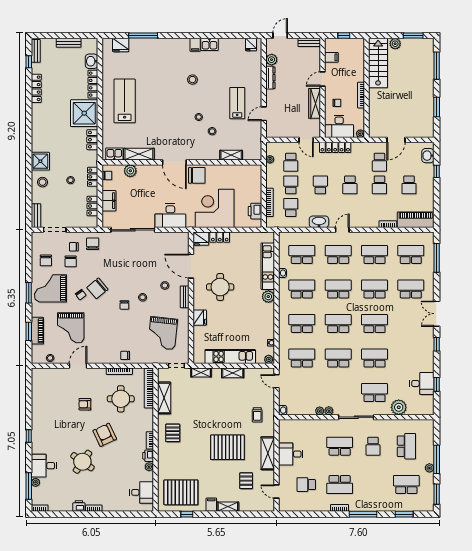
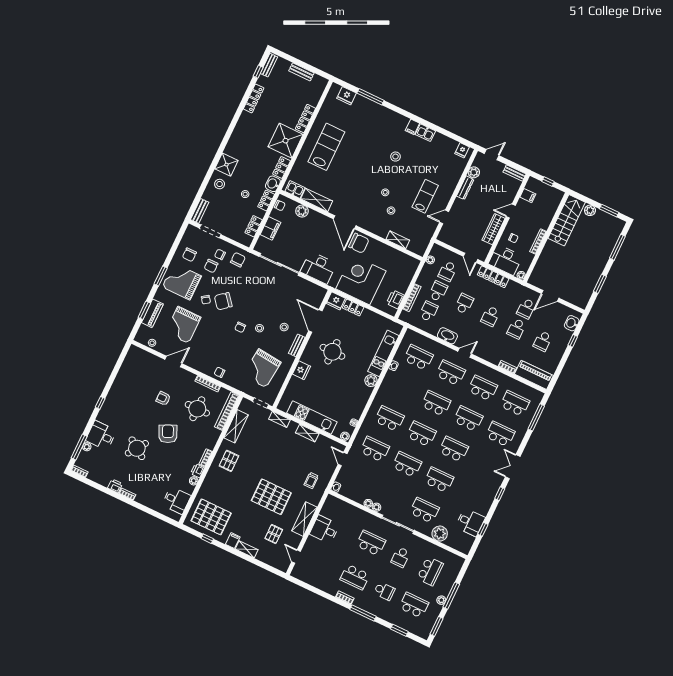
washbasin: (92, 61) -> (273, 184), moved
school desk: (302, 289) -> (404, 388), removed
school desk: (306, 485) -> (384, 591), moved, turned 180

